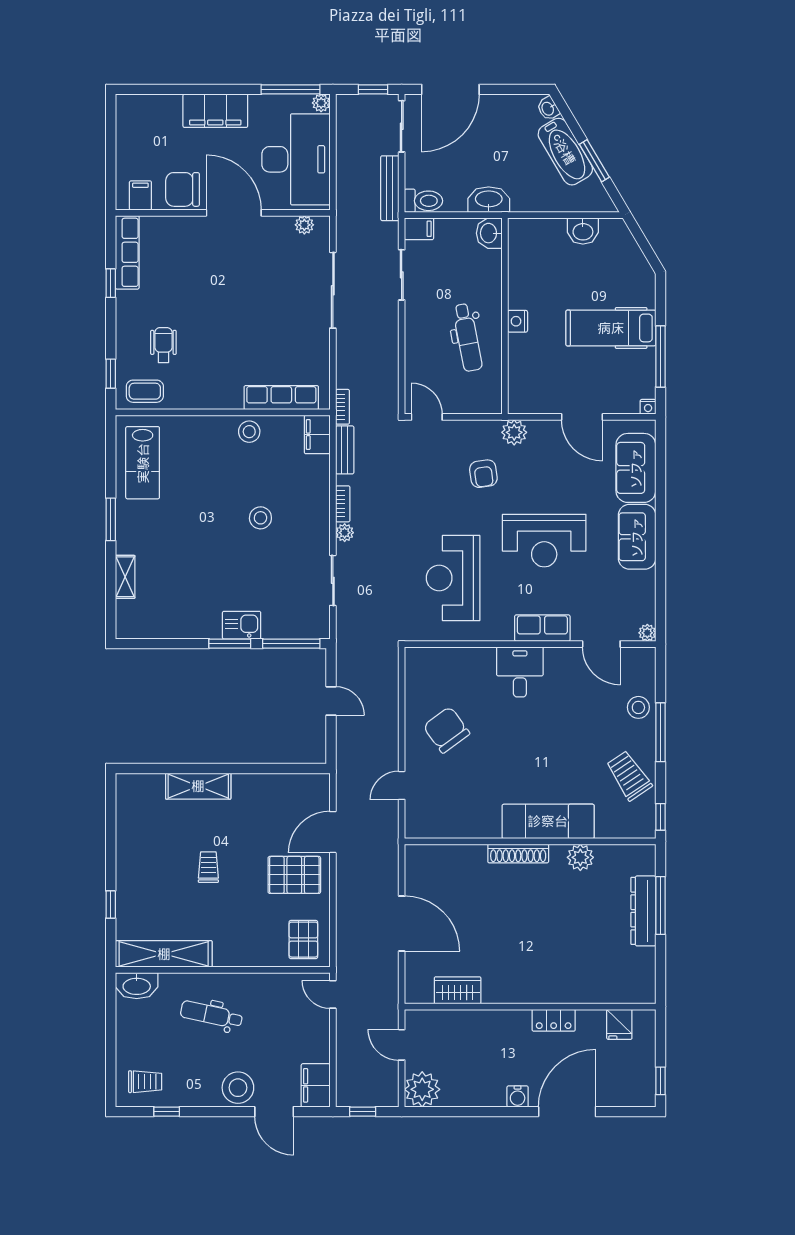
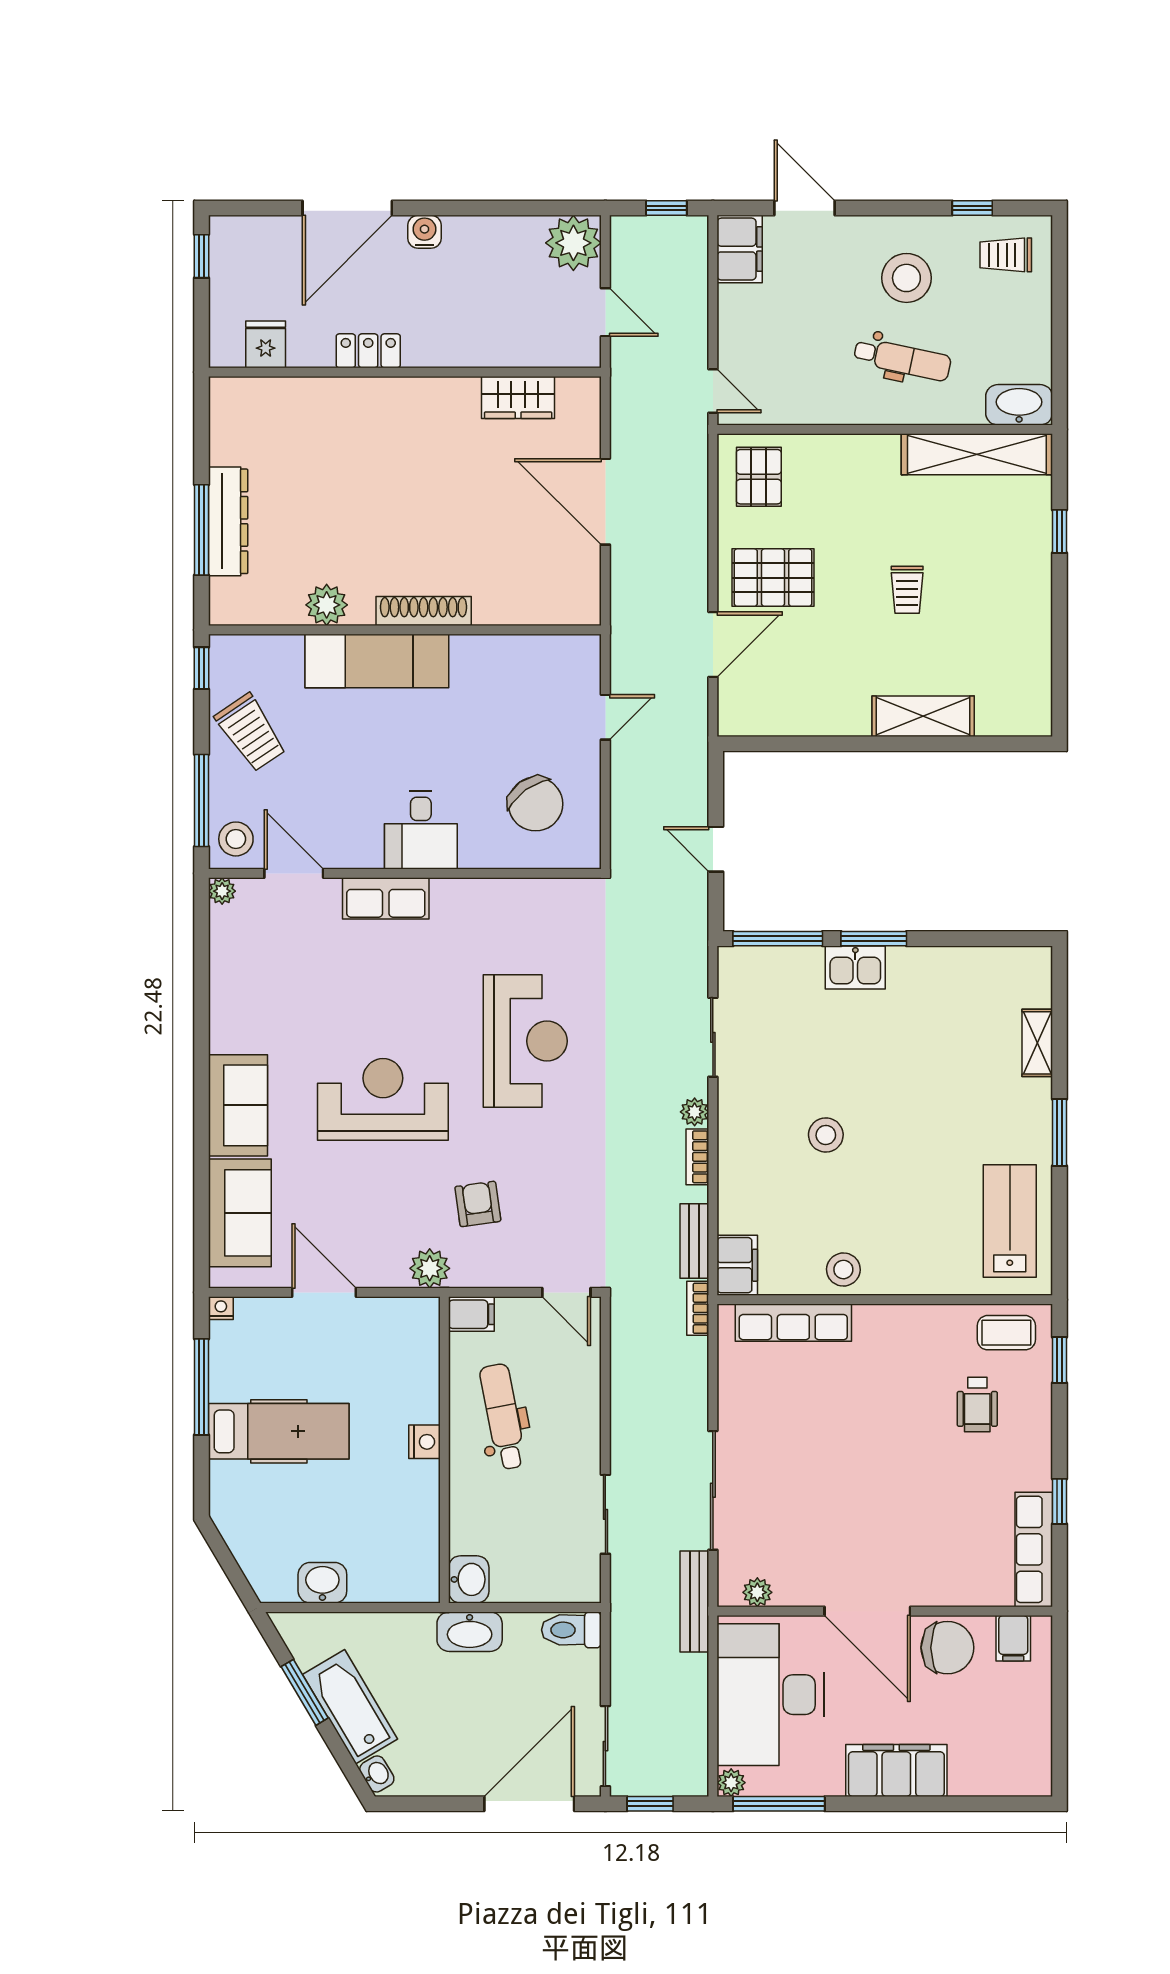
bench: (390, 188) -> (694, 1601), moved
filing cabinet: (419, 229) -> (471, 1314), moved, turned 180
row of seats: (542, 628) -> (386, 898), moved
plant: (647, 633) -> (222, 891), moved
wall: (530, 644) -> (405, 873), moved
door: (601, 644) -> (294, 873), moved
desk: (520, 672) -> (421, 830), moved
stool: (238, 1088) -> (906, 278), moved

